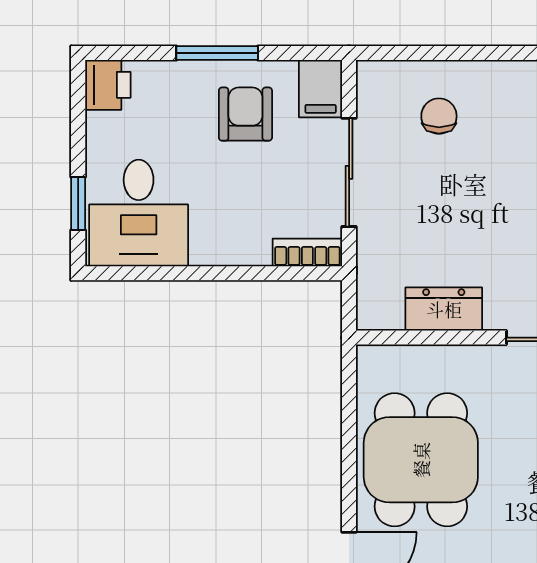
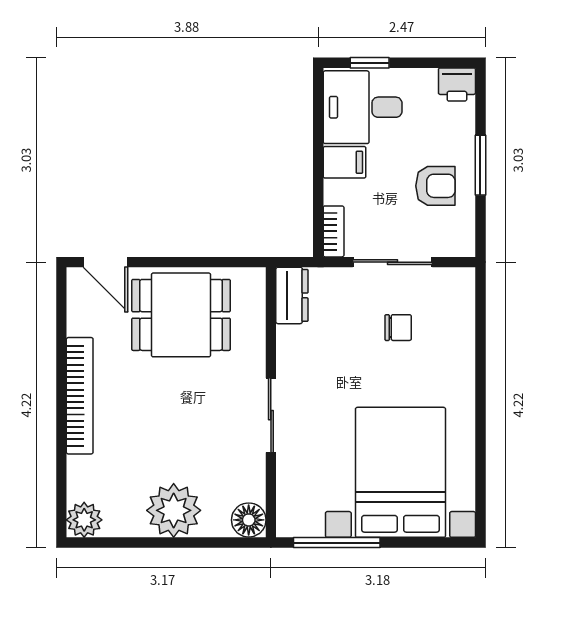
filing cabinet: (321, 89) -> (345, 162), moved, turned 180
chair: (439, 116) -> (398, 328), moved
dresser: (444, 309) -> (292, 295), moved

